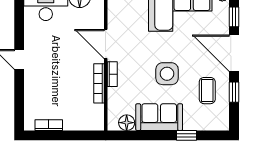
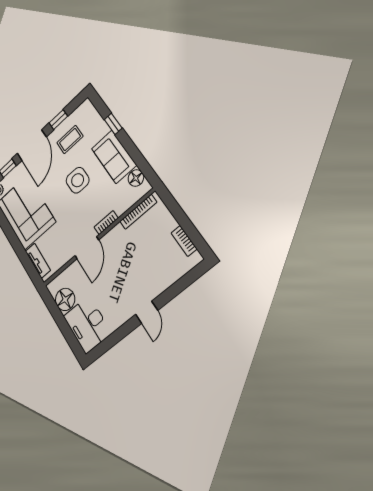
bookcase: (99, 83) -> (138, 212), moved

